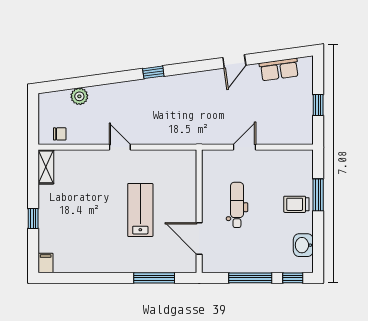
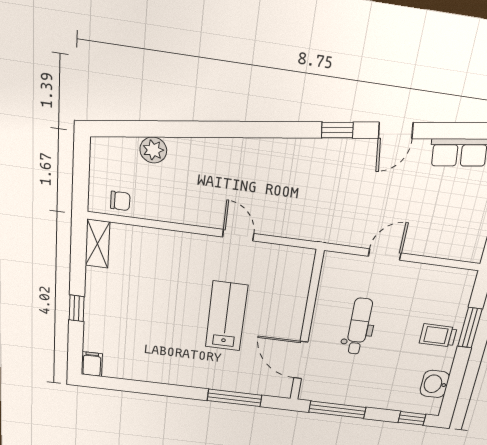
window: (153, 72) -> (337, 130), moved
door: (120, 147) -> (238, 235), moved
window: (250, 278) -> (337, 410), moved

